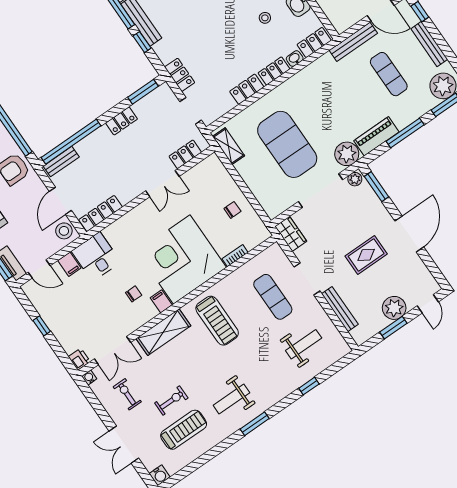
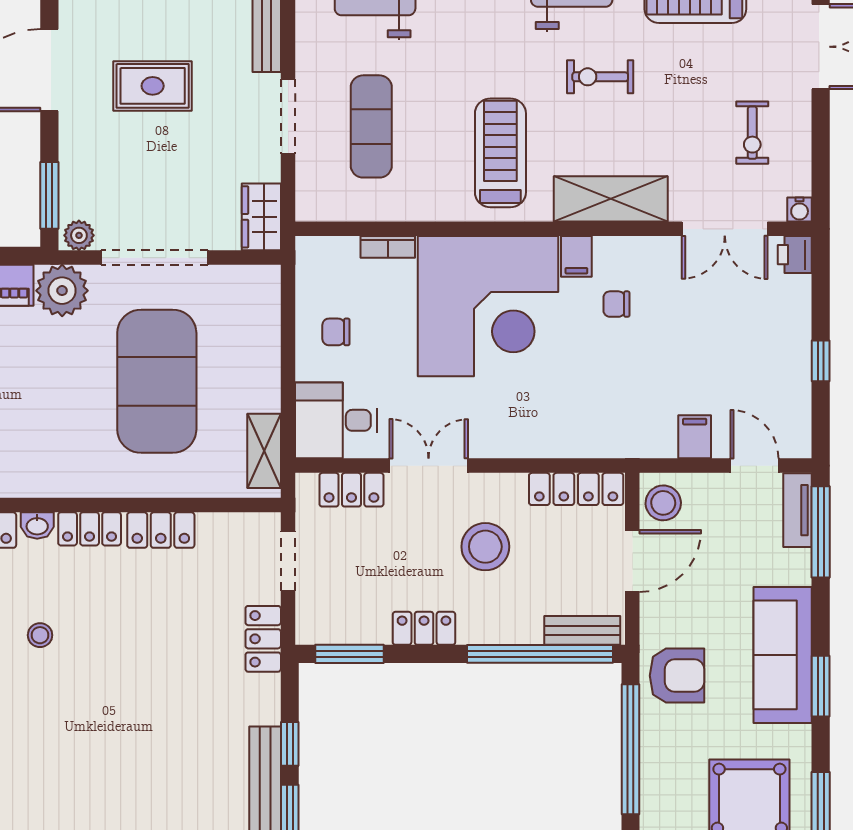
stool: (120, 168) -> (485, 547), added
desk: (96, 257) -> (336, 420), moved, turned 90
double door: (112, 351) -> (725, 229), swing flipped
exercise bike: (171, 401) -> (600, 77), moved

